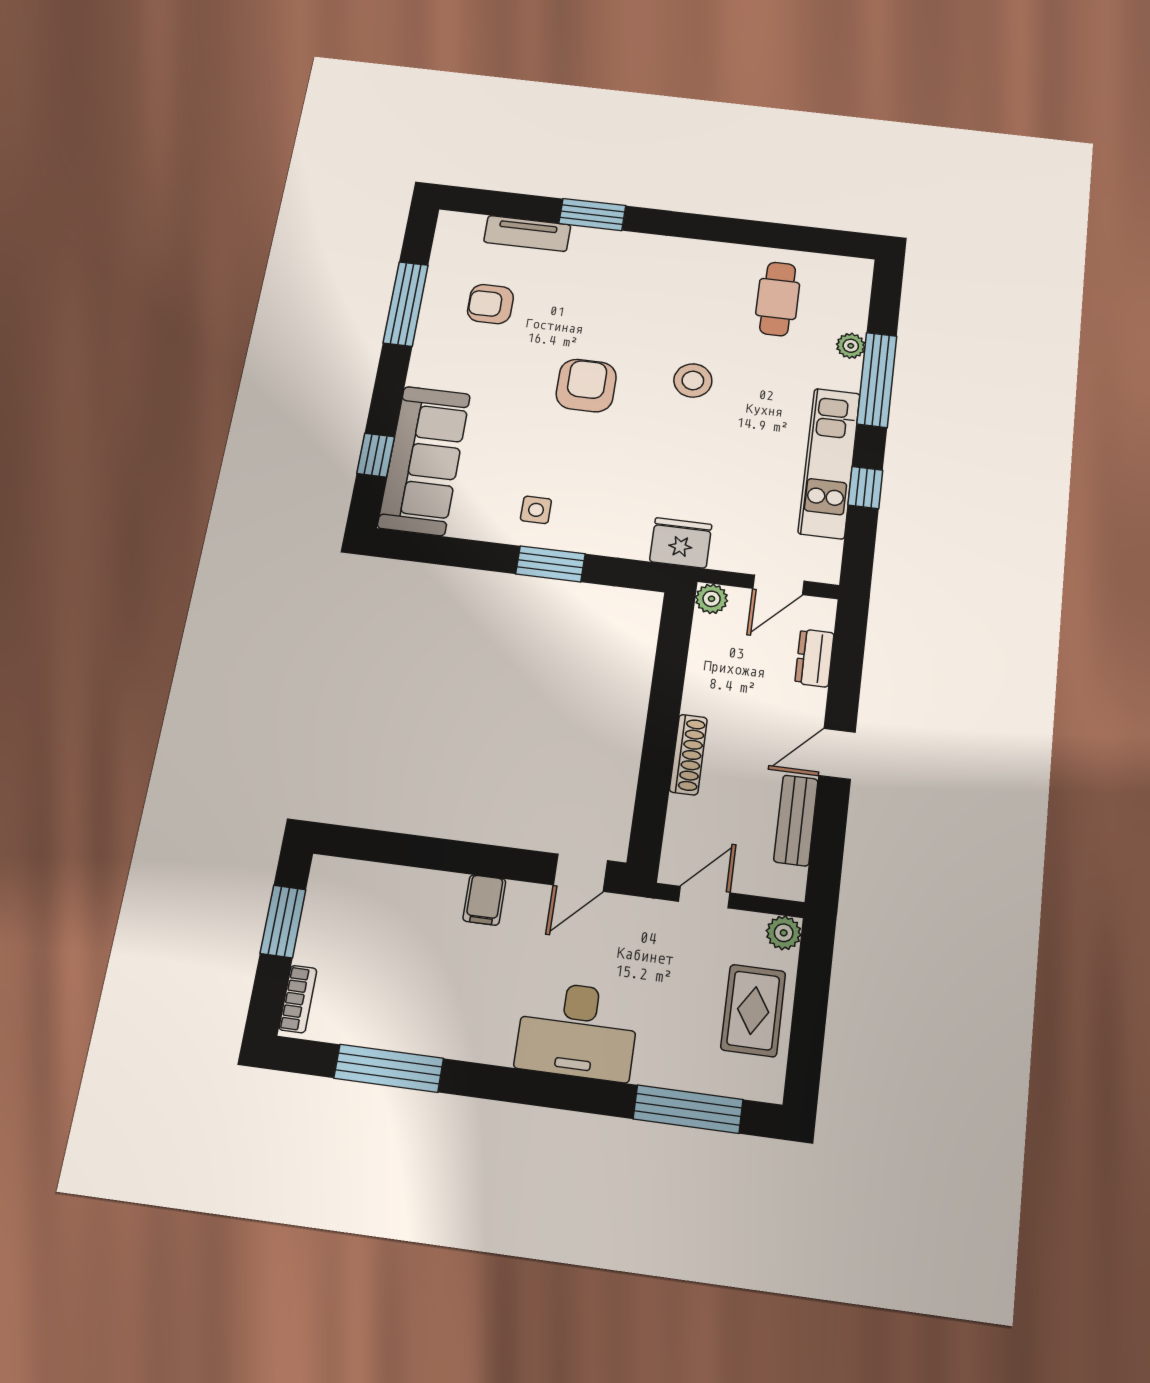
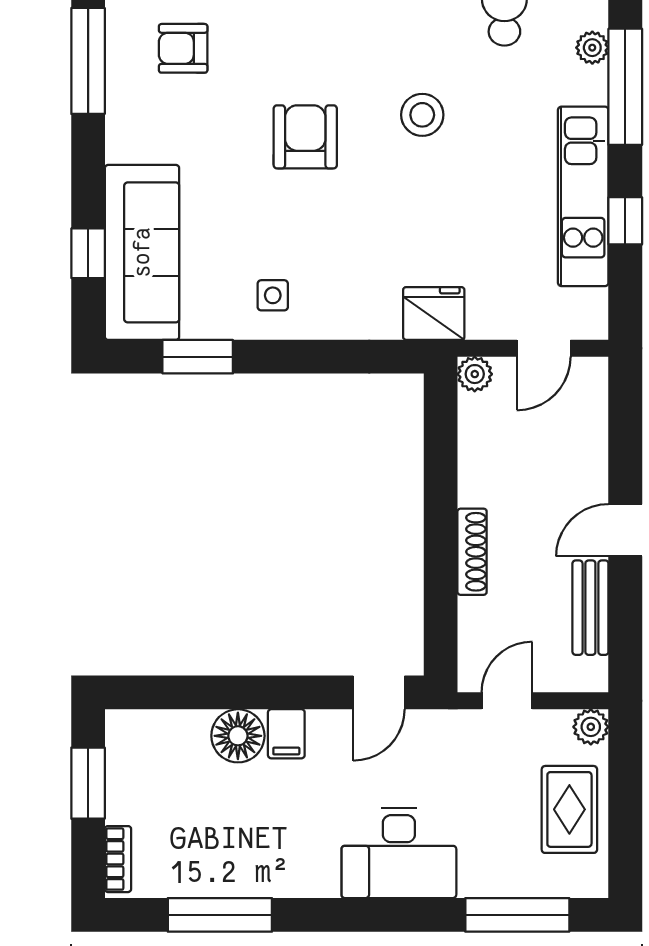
window: (550, 564) -> (198, 357), moved
dresser: (814, 658) -> (591, 427), removed
floor lamp: (437, 896) -> (238, 736), added

